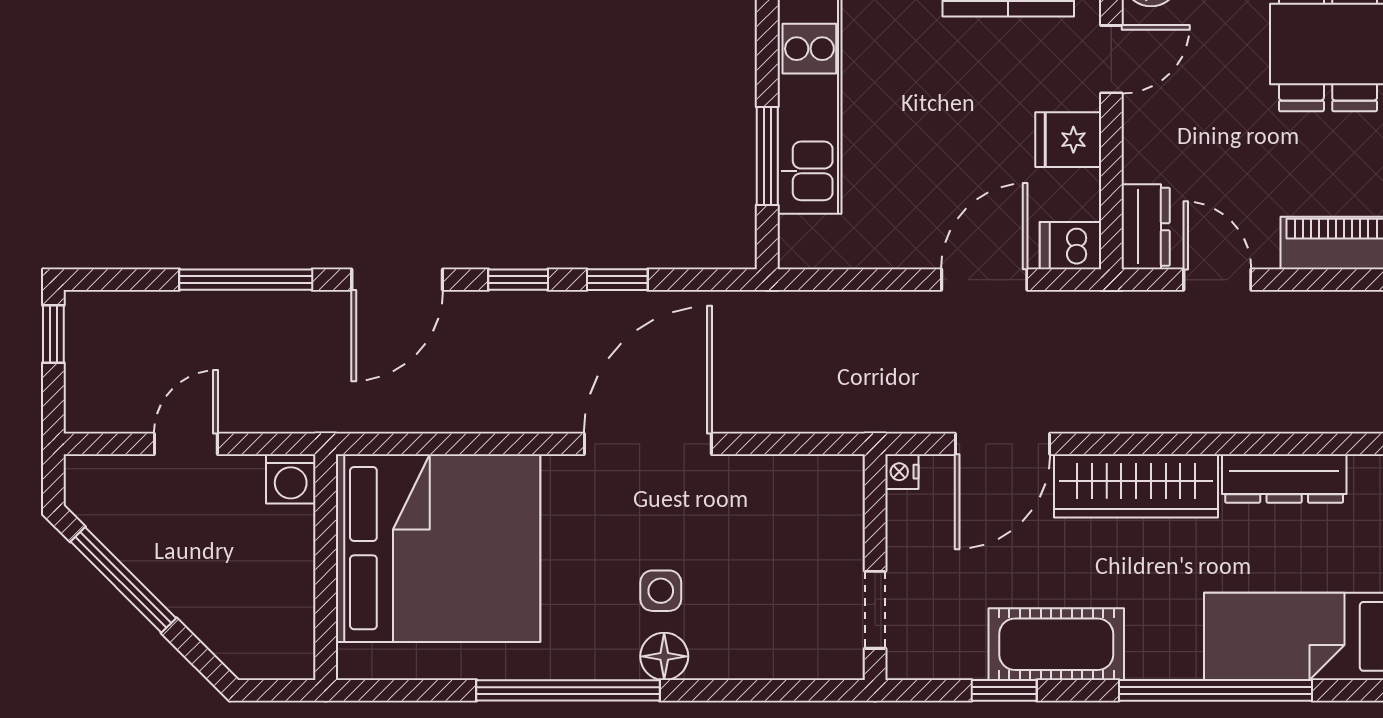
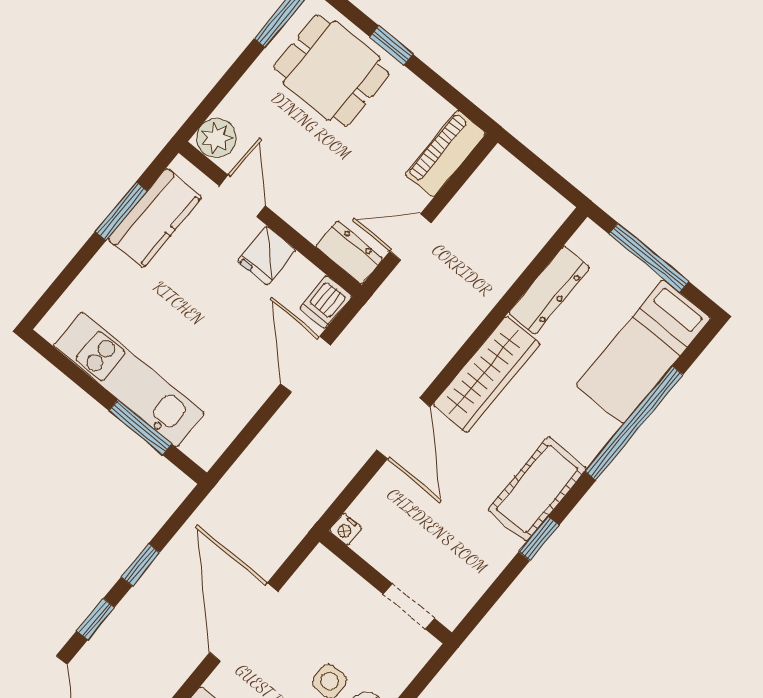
nightstand: (902, 472) -> (346, 530), moved
wall: (875, 567) -> (386, 587), moved
doorway: (875, 610) -> (409, 606), moved

